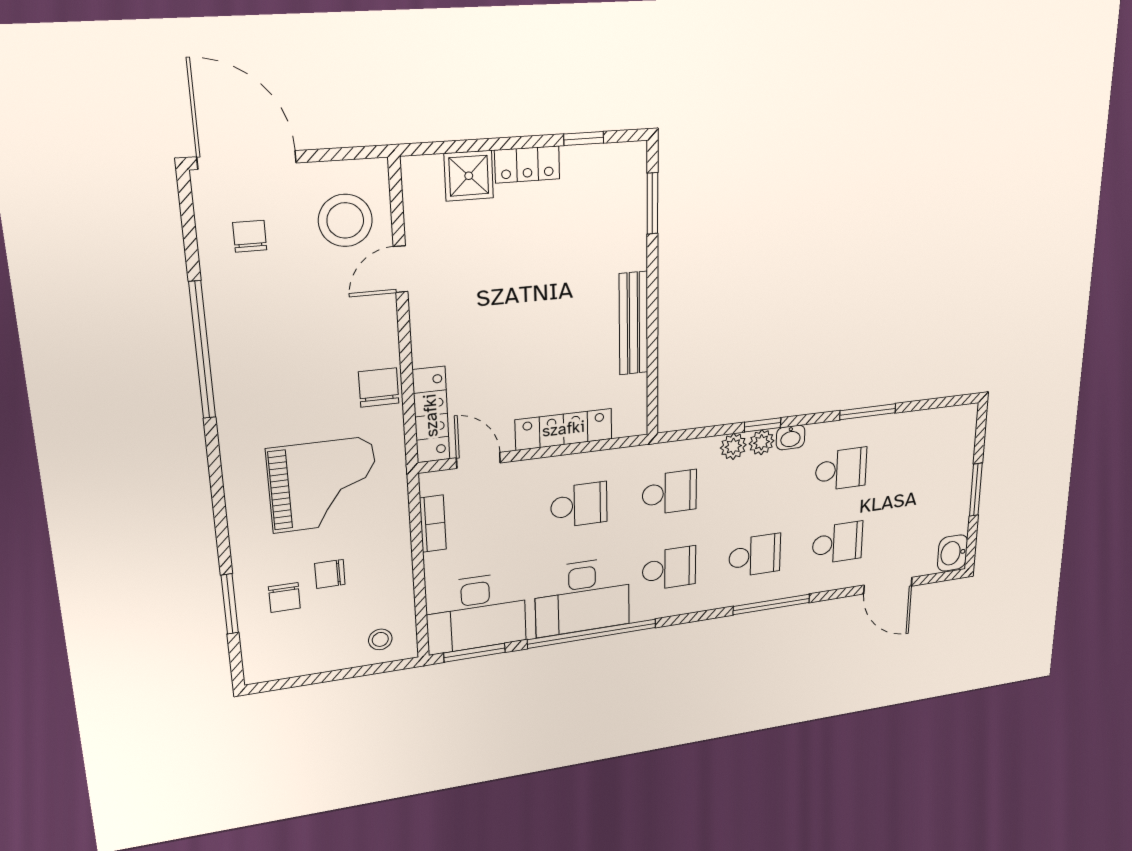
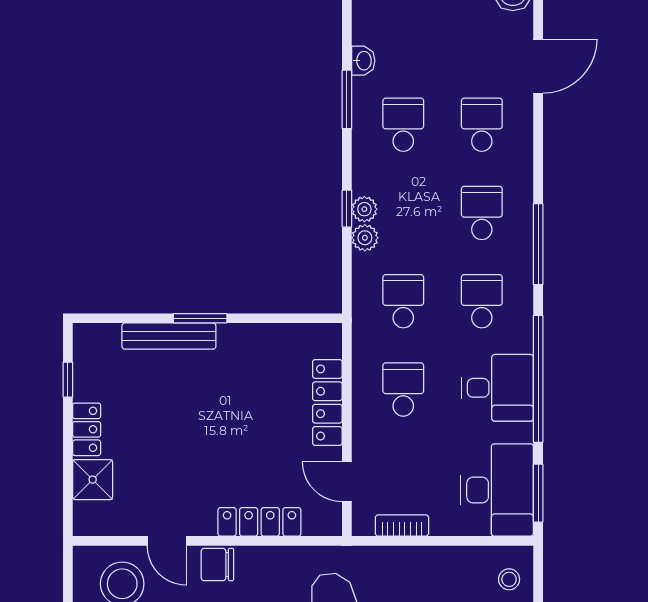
window: (652, 203) -> (200, 318), moved
bench: (633, 323) -> (169, 336), moved
chair: (379, 387) -> (217, 564), moved
locker: (431, 415) -> (259, 522), moved
washbasin: (791, 437) -> (363, 61), moved
door: (478, 460) -> (347, 482), hinge flipped
desk: (582, 597) -> (497, 388), width x0.73
window: (771, 605) -> (538, 244), moved

